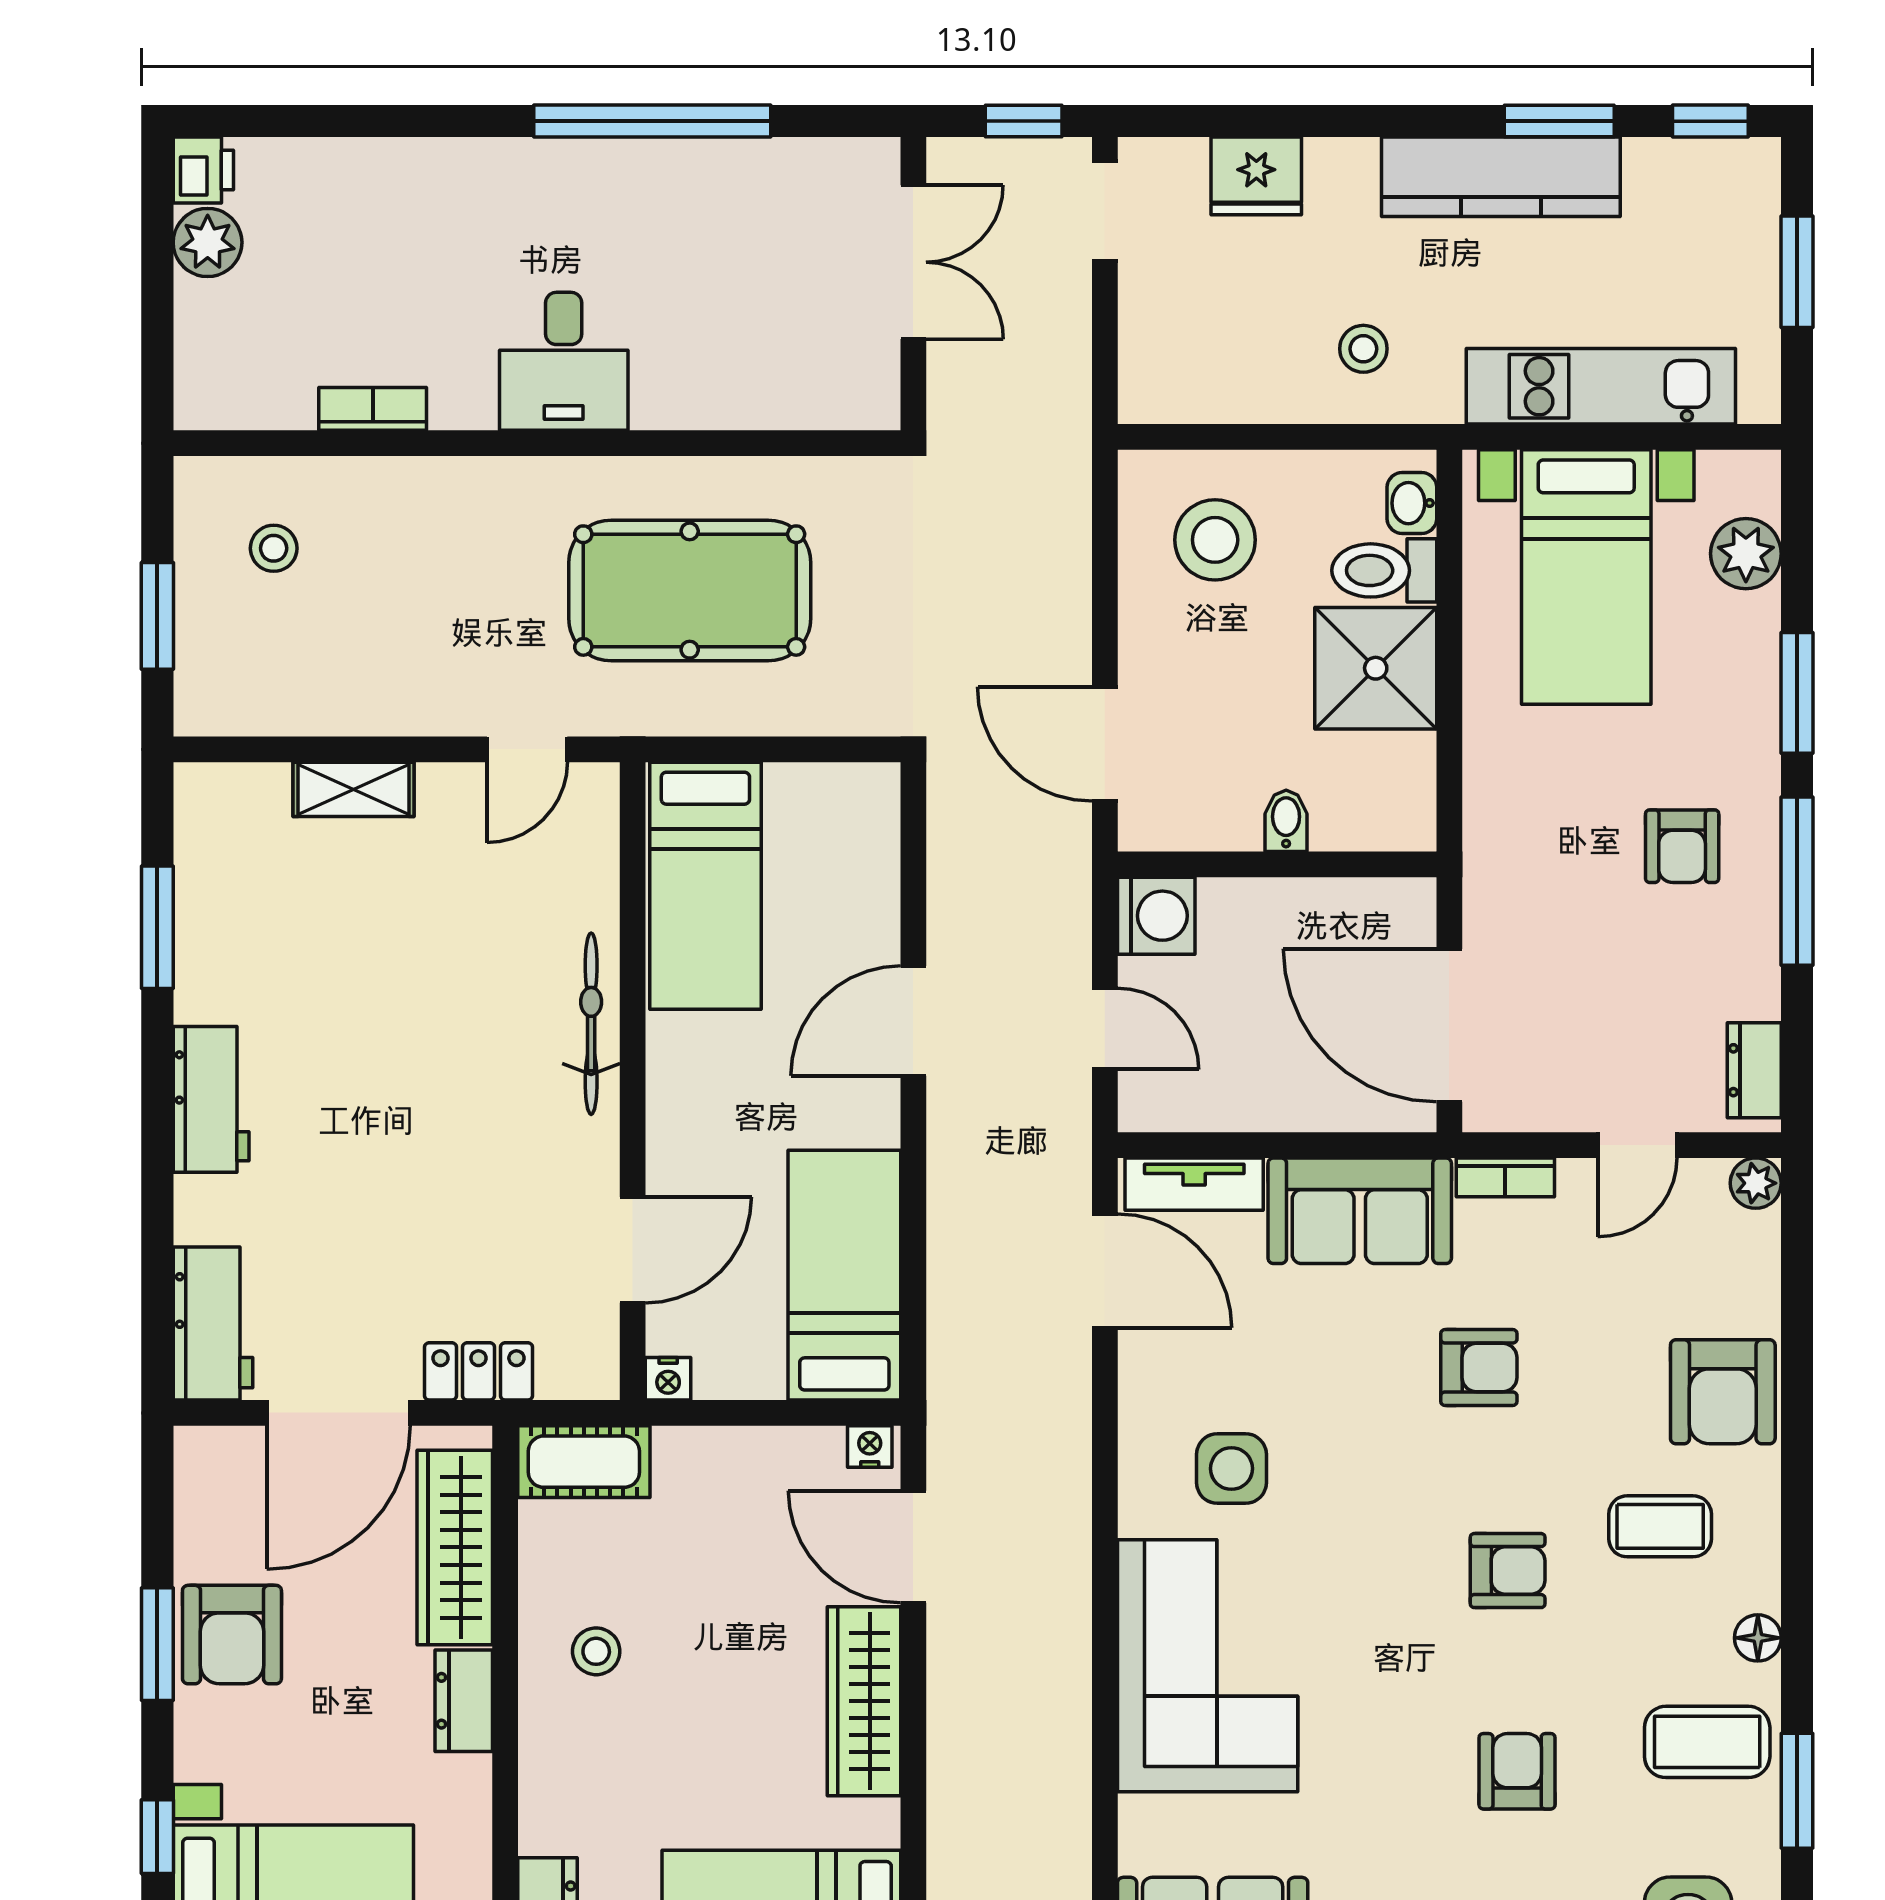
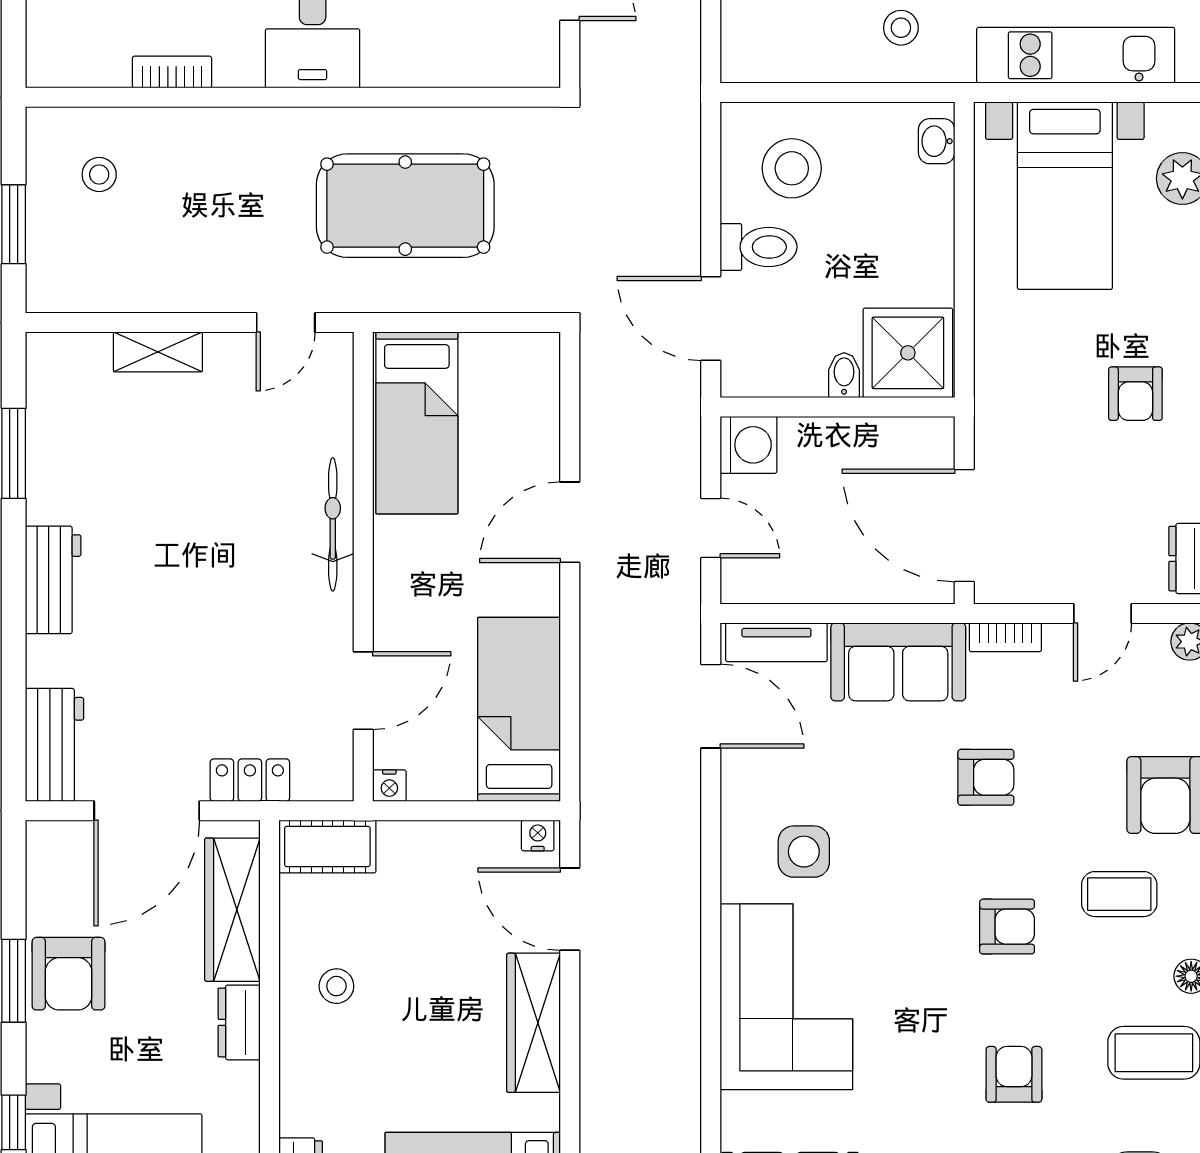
toilet: (1384, 570) -> (759, 247), moved, turned 180
shower: (1376, 668) -> (908, 353), moved

